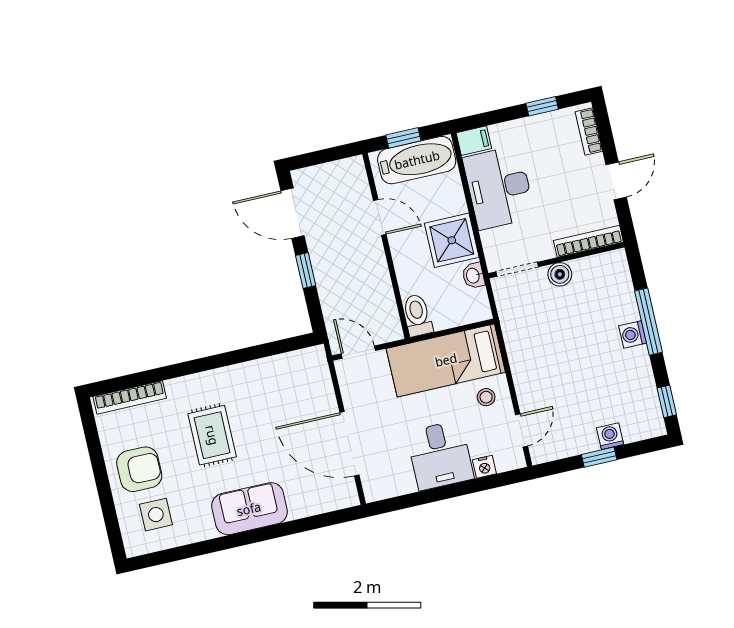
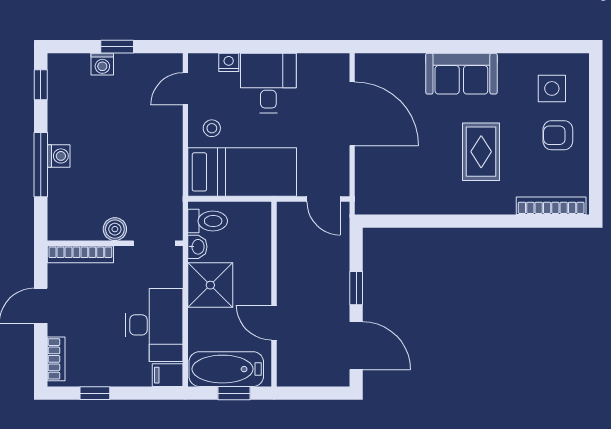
toilet: (417, 315) -> (208, 221), moved, turned -90
armchair: (139, 469) -> (558, 135), width x0.72, depth x0.72

